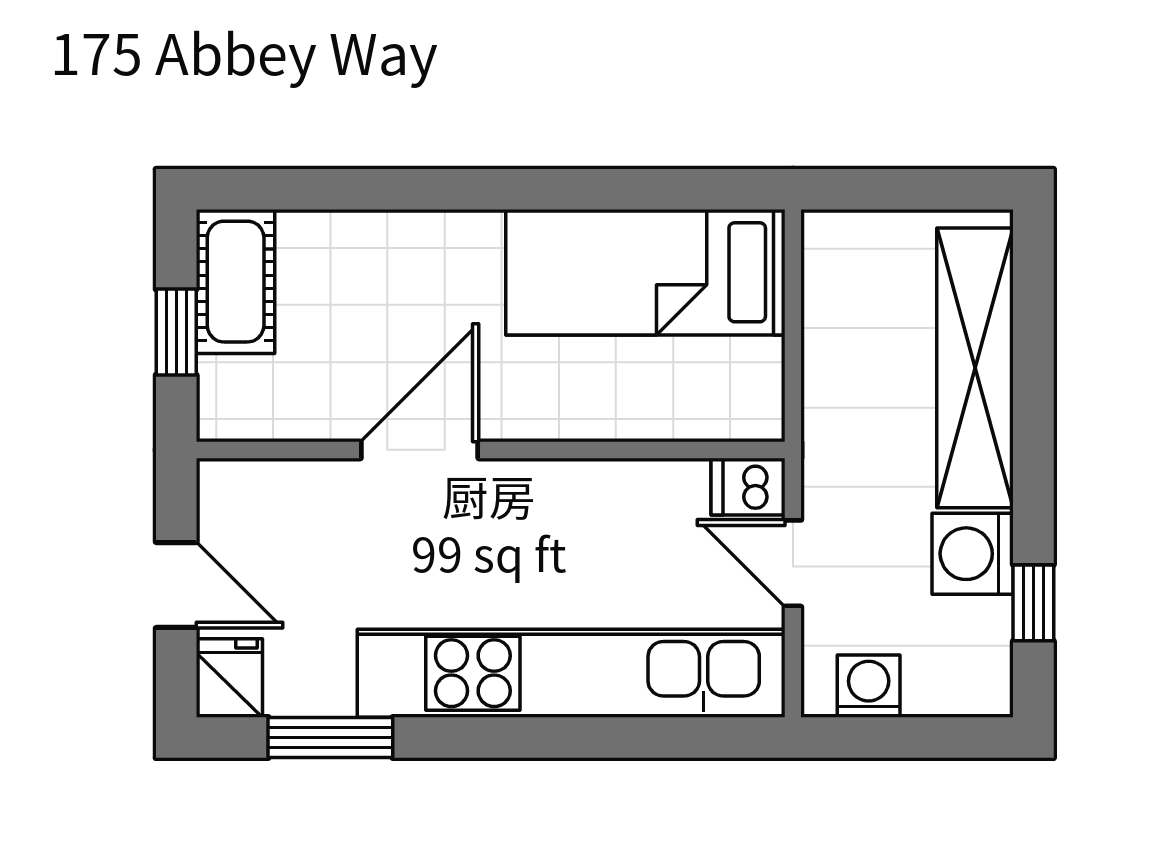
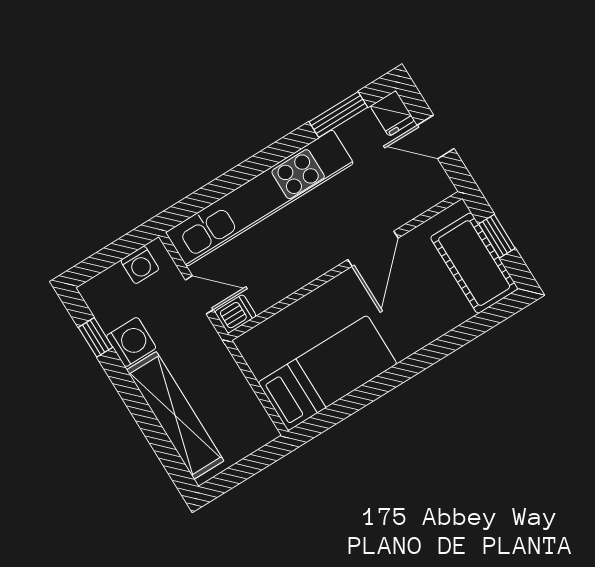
cot: (236, 282) -> (474, 263), width x1.37, depth x1.34

